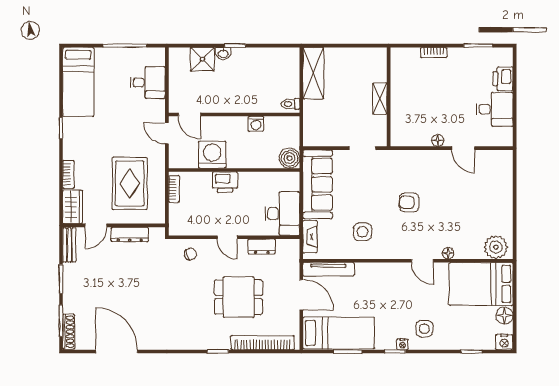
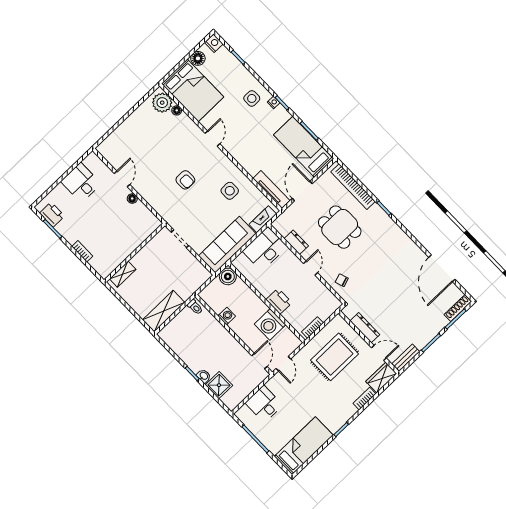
printer: (503, 79) -> (52, 215), moved, turned -90
shelving: (380, 99) -> (123, 274), moved
floor lamp: (448, 253) -> (177, 110), moved

